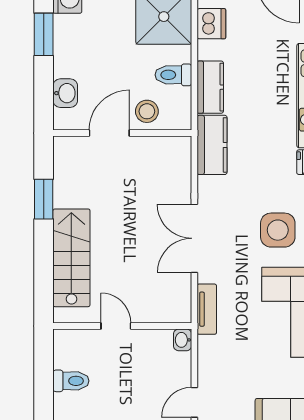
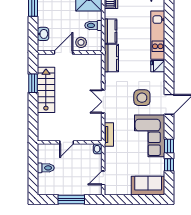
double door: (194, 238) -> (103, 102), width x0.73
stairs: (71, 258) -> (46, 90), moved
door: (116, 326) -> (67, 142), swing flipped

